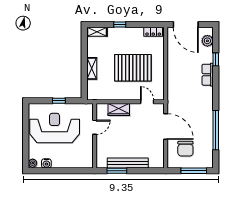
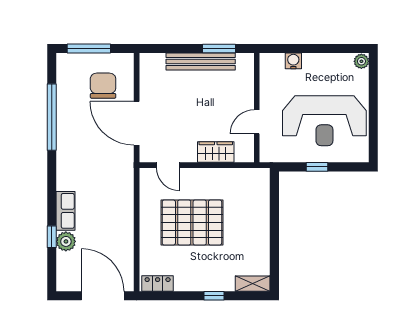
plant: (207, 41) -> (66, 241), moved
shelving: (92, 68) -> (262, 222), removed
water cooler: (46, 163) -> (293, 61), moved

